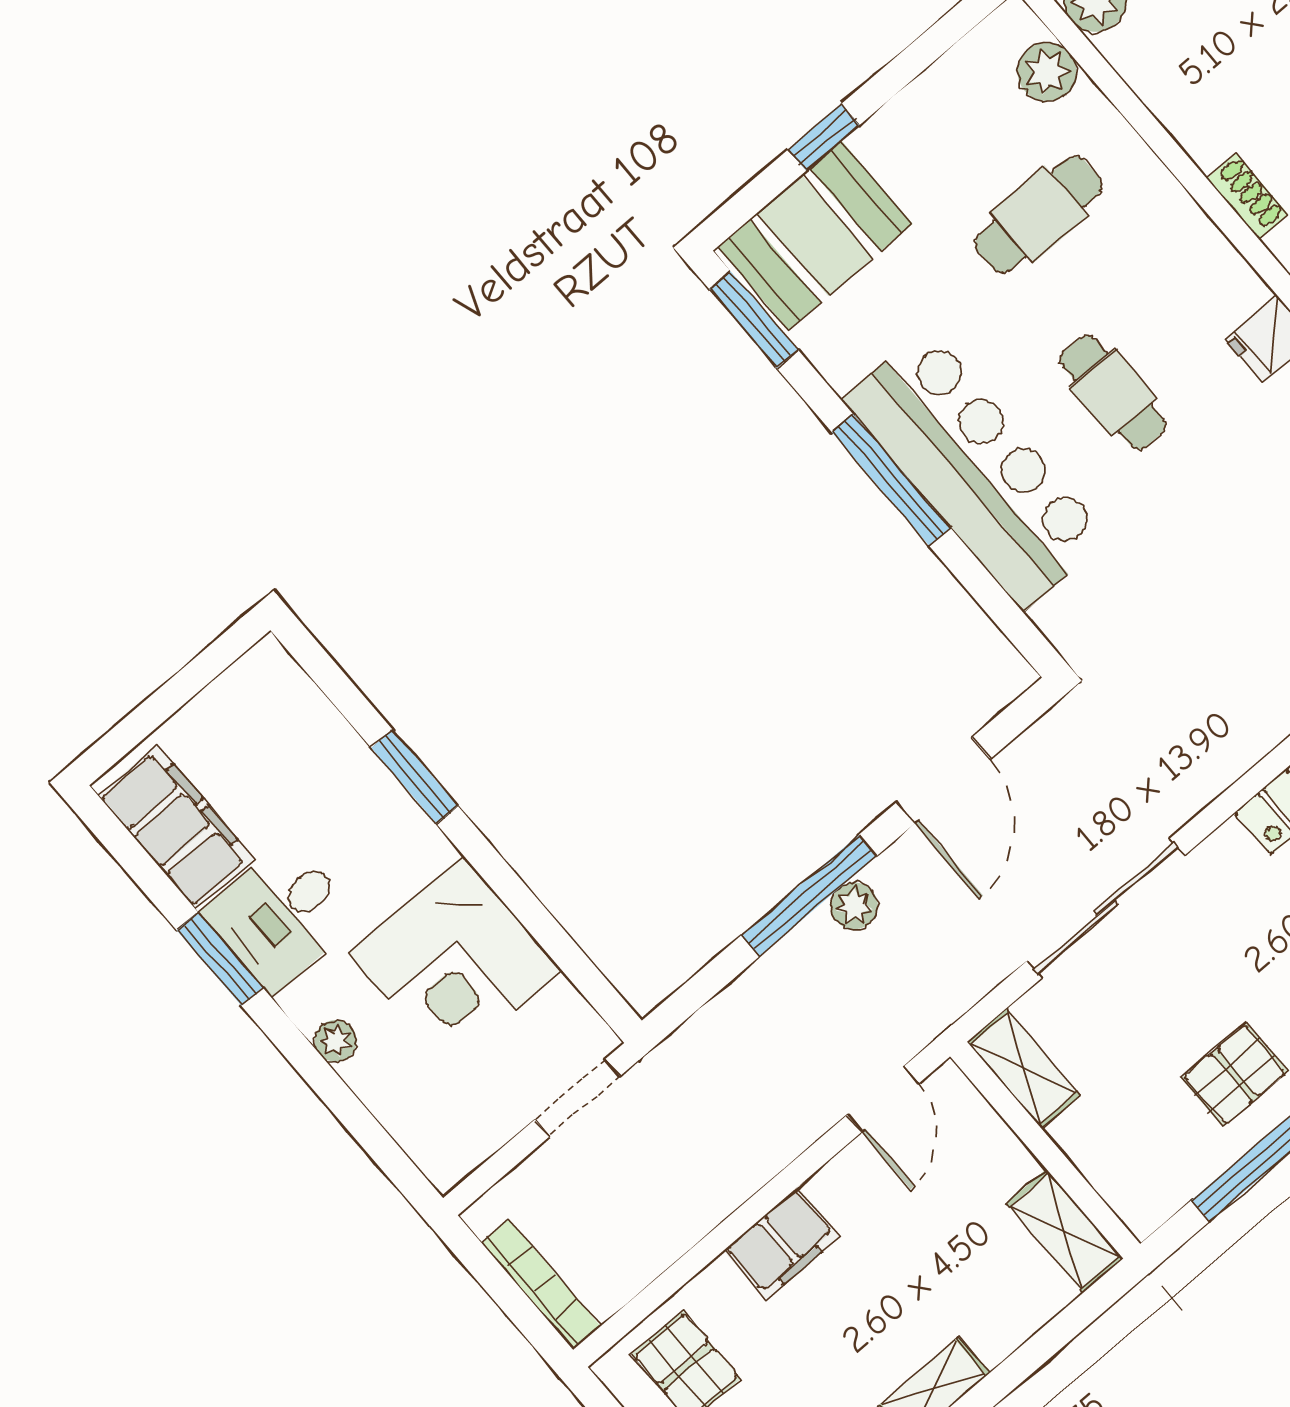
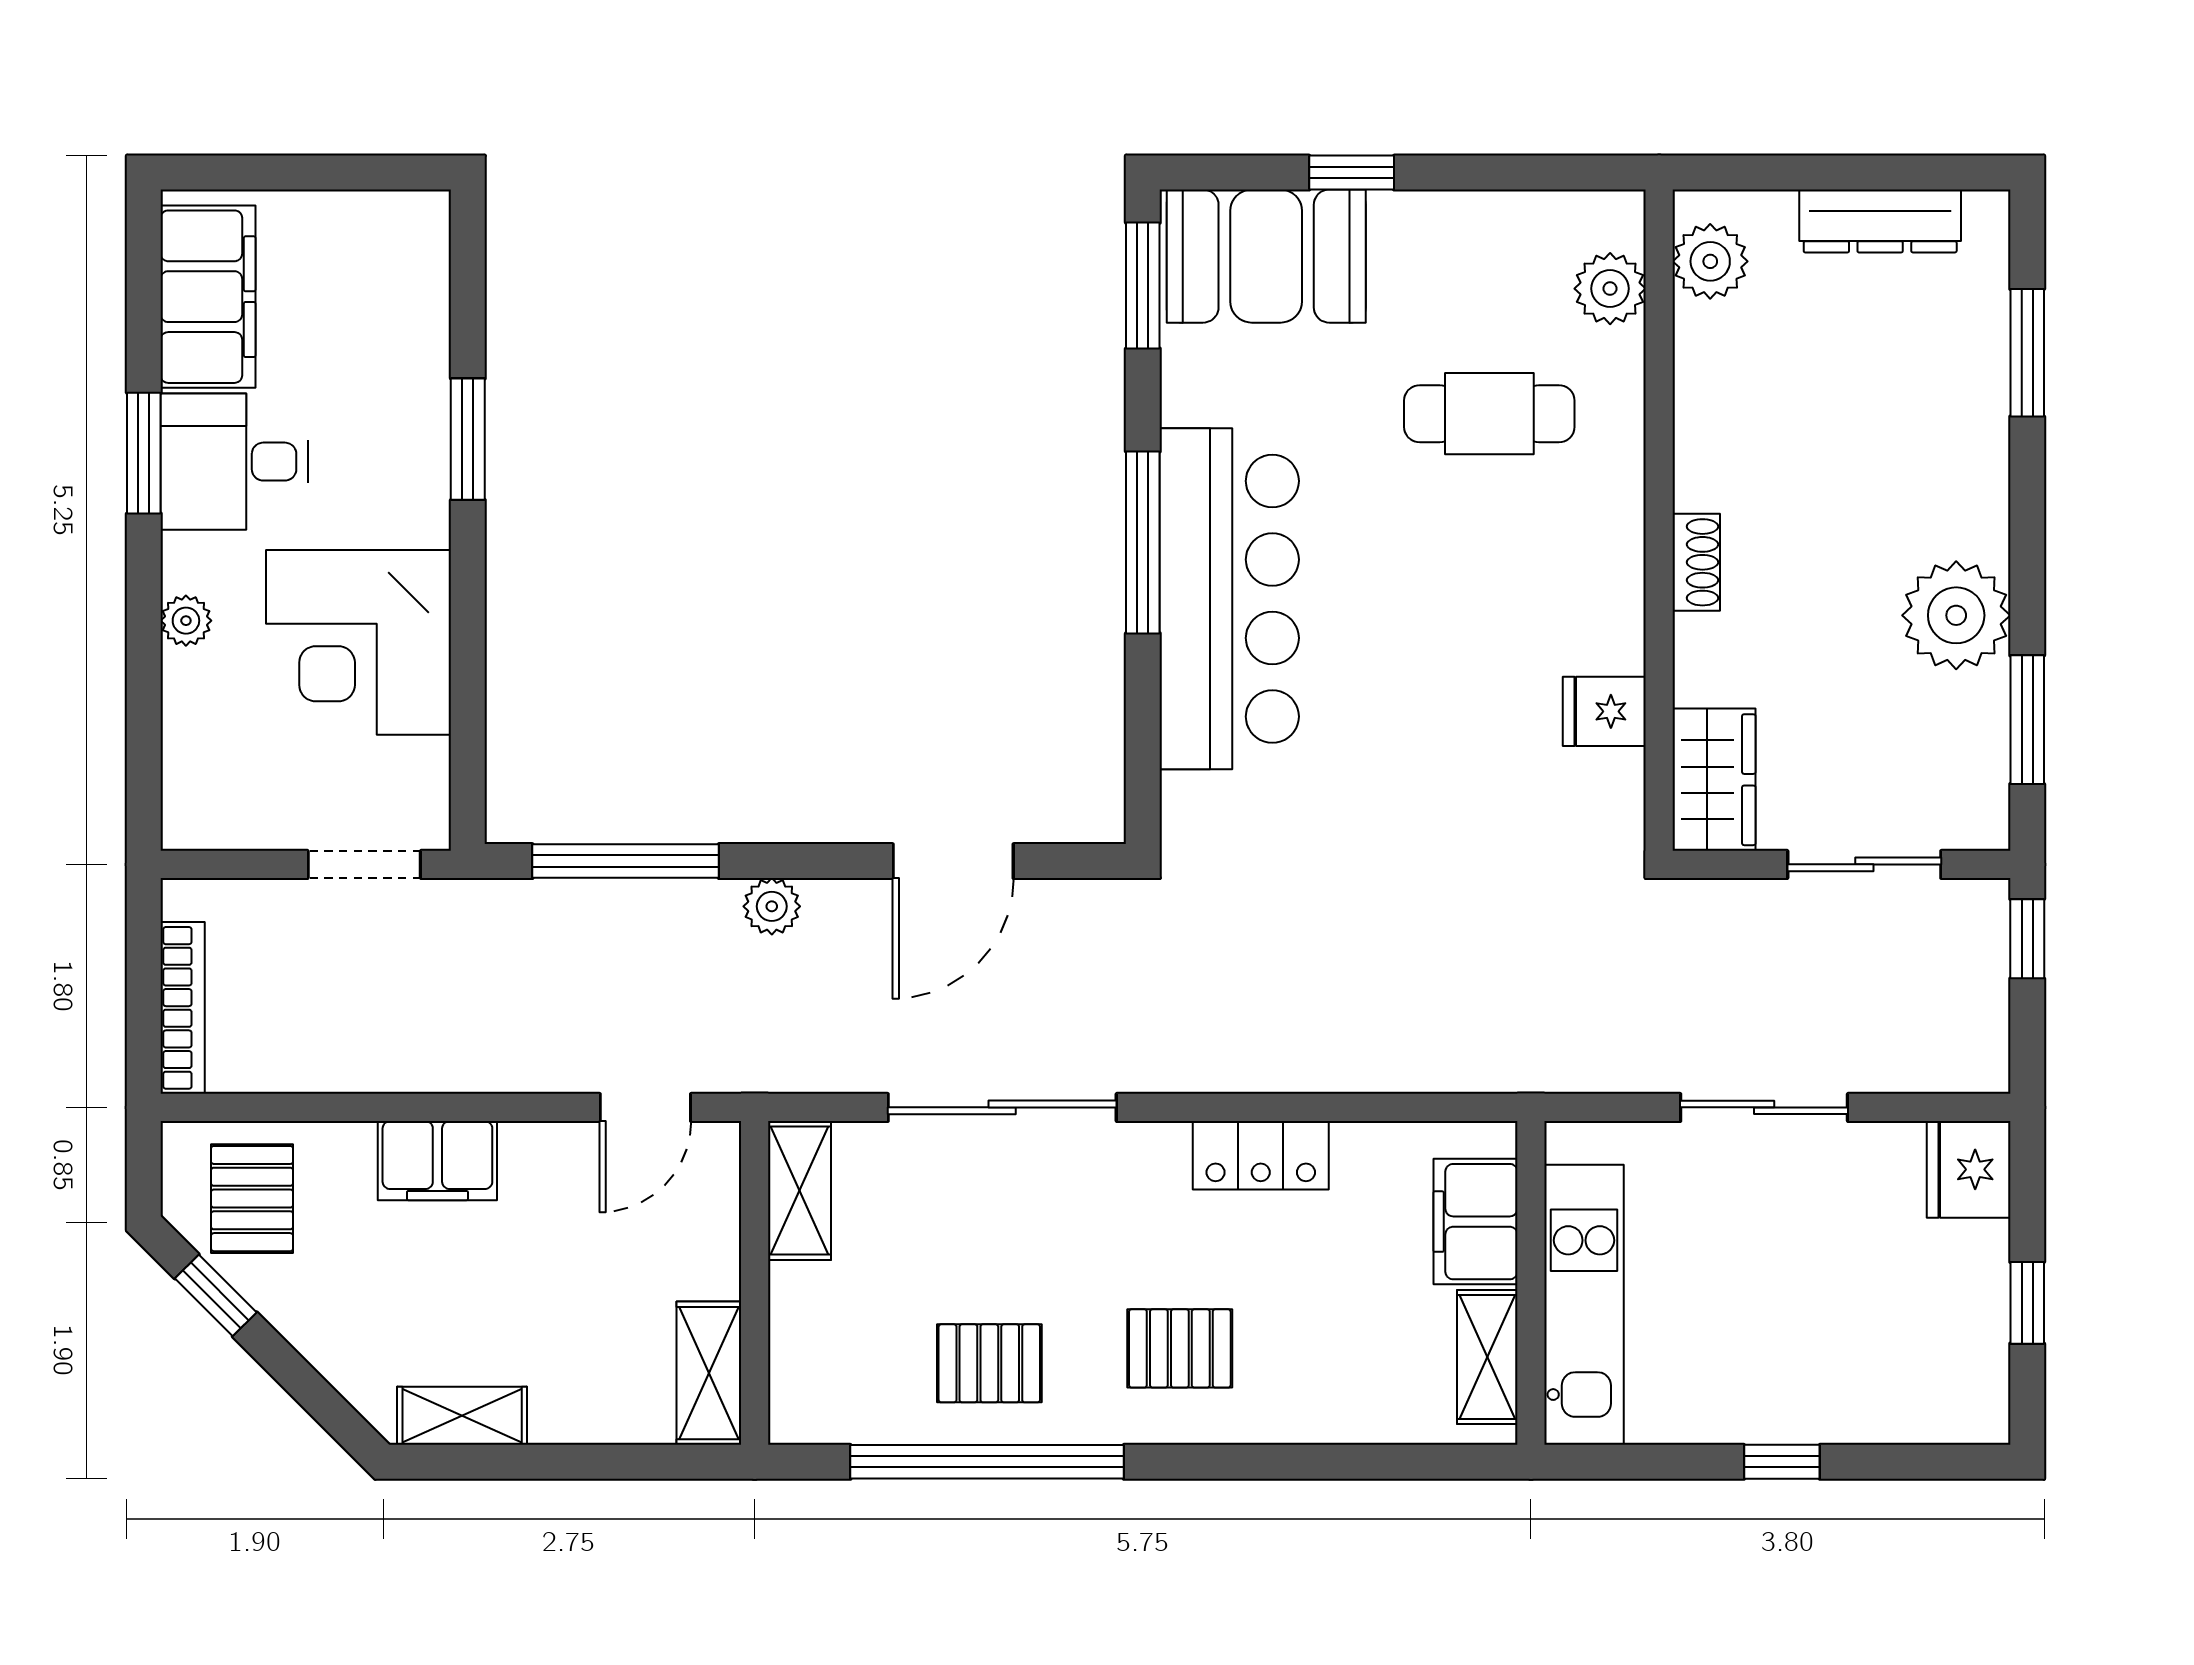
cafe table: (1113, 392) -> (1417, 637), removed
window: (809, 896) -> (626, 861), moved

